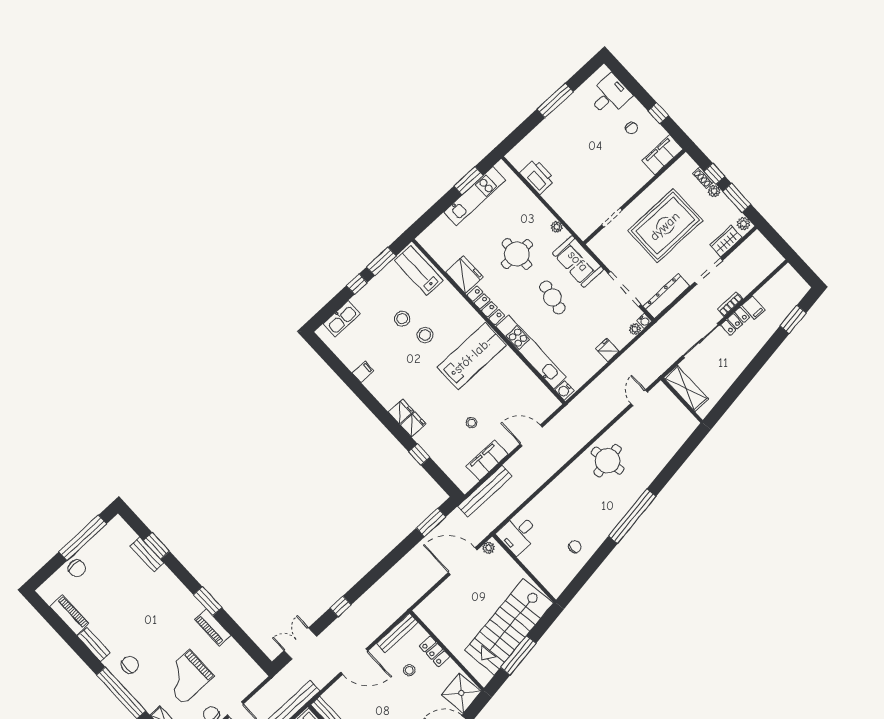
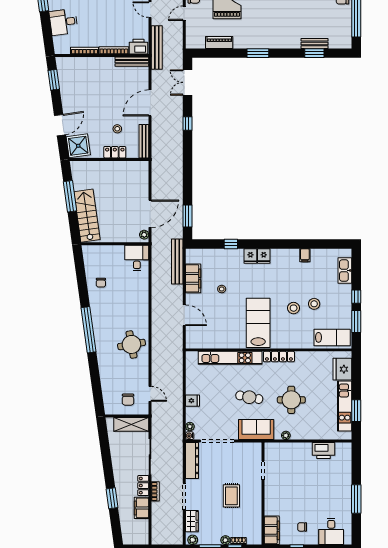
rug: (665, 226) -> (231, 496), width x0.54, depth x0.49
fridge: (464, 275) -> (342, 369), moved, turned 90
filing cabinet: (753, 308) -> (141, 508), width x2.00
window: (793, 319) -> (112, 498), moved
lab bench: (472, 356) -> (258, 323), turned 180
water cooler: (564, 390) -> (192, 356), removed
chair: (665, 414) -> (128, 400), added
door: (531, 435) -> (184, 315), hinge flipped
piano: (213, 627) -> (219, 42), moved
stairs: (509, 627) -> (87, 216), width x0.73, depth x0.66
double door: (300, 643) -> (187, 82), swing flipped

